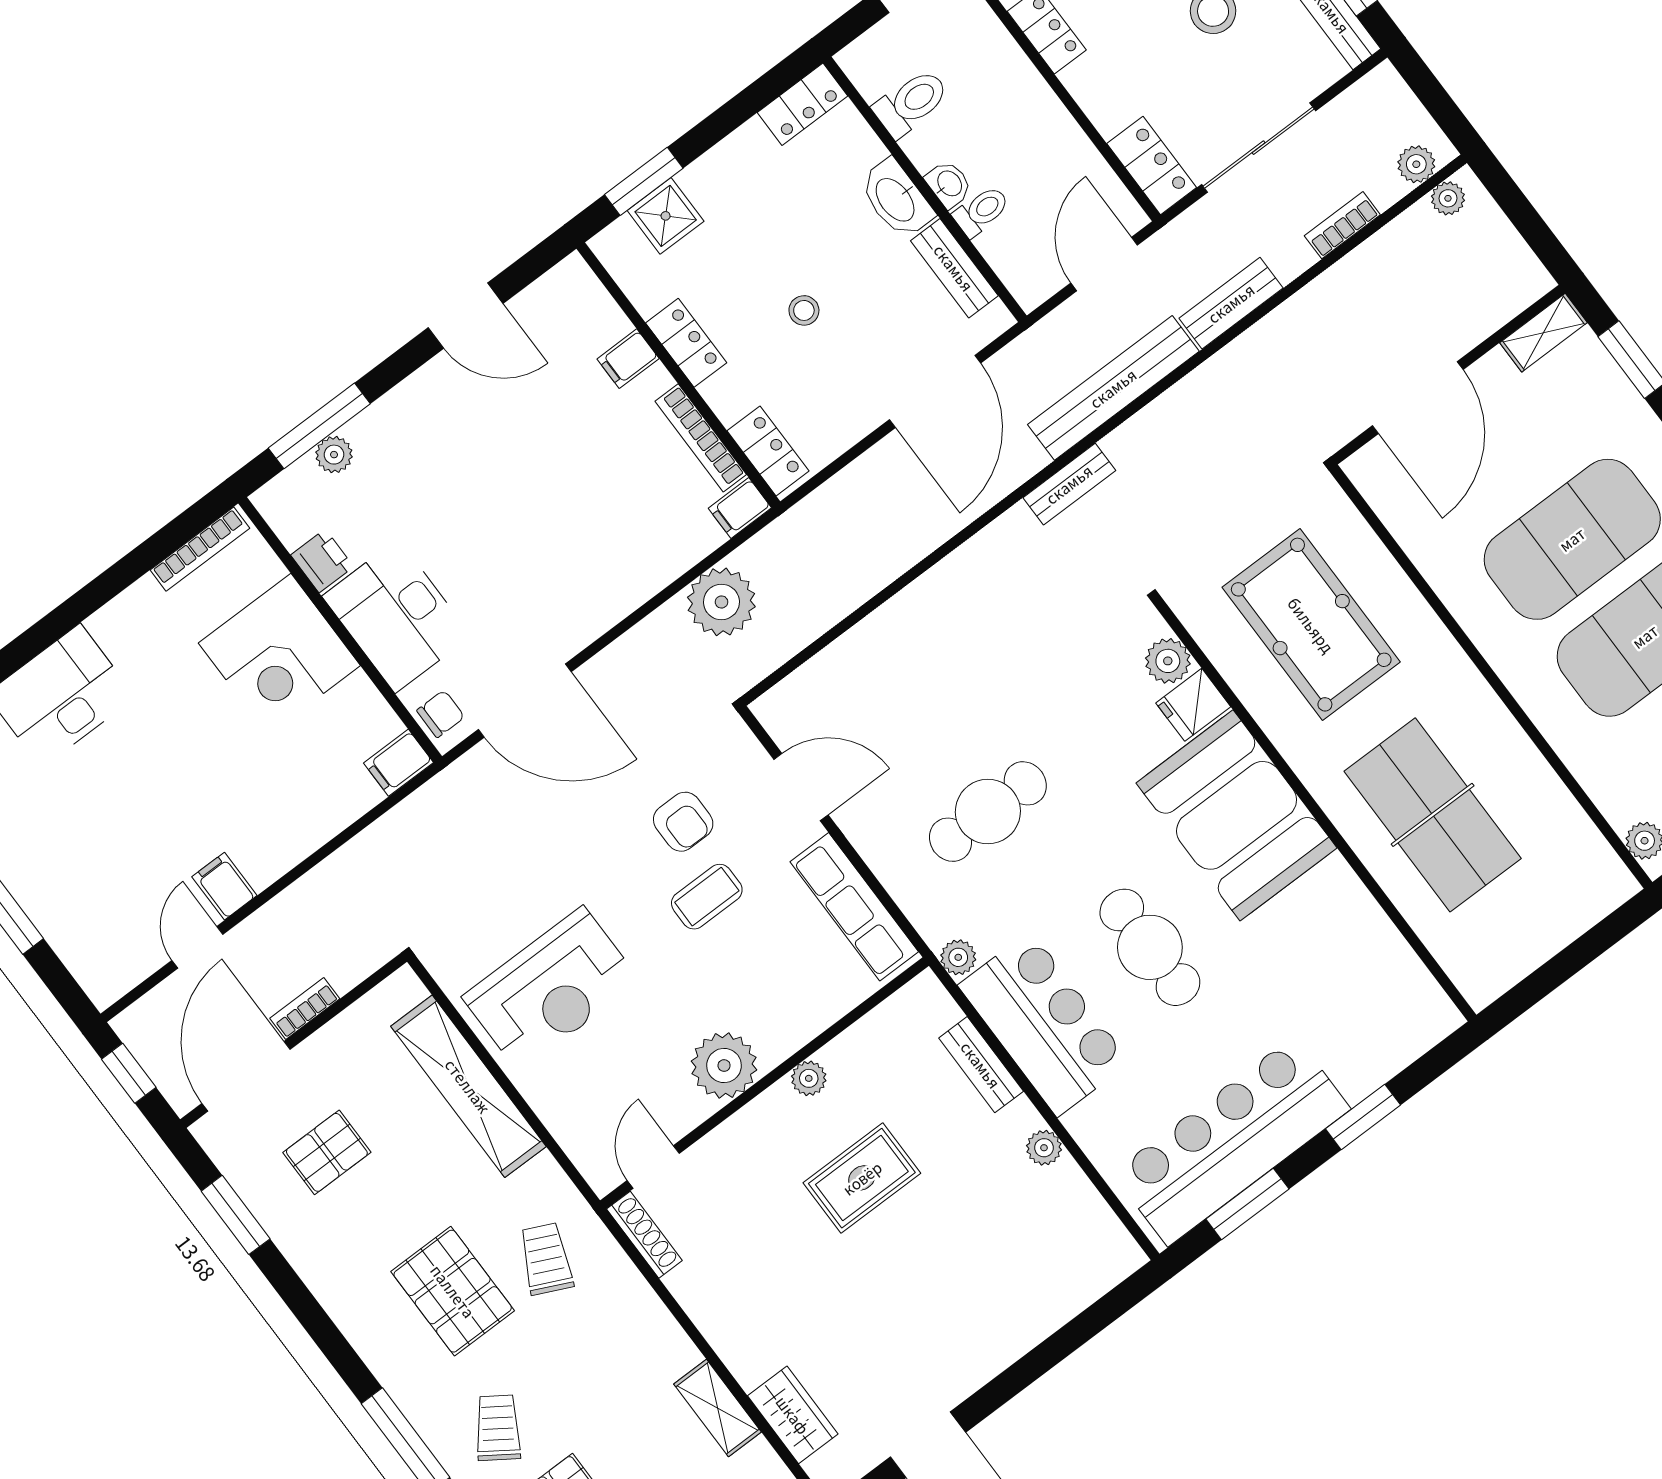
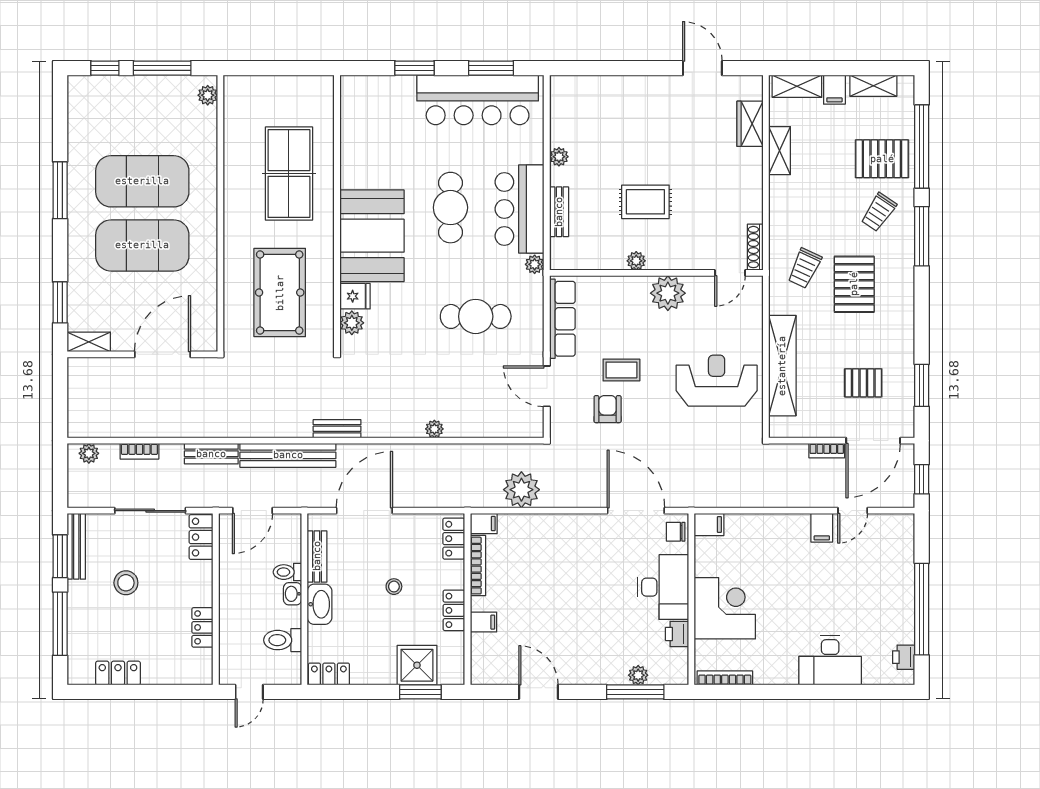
plant: (1448, 198) -> (434, 429), moved
shower: (666, 216) -> (417, 665), width x1.36, depth x1.36

